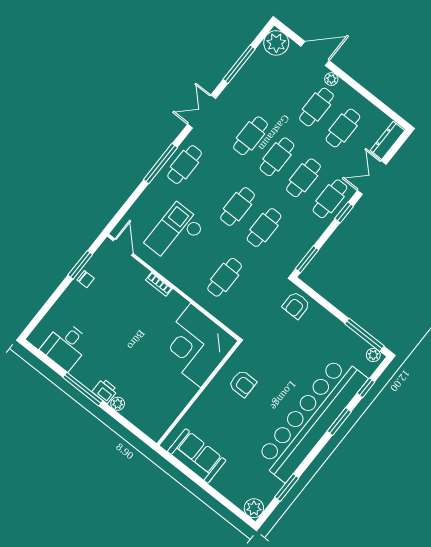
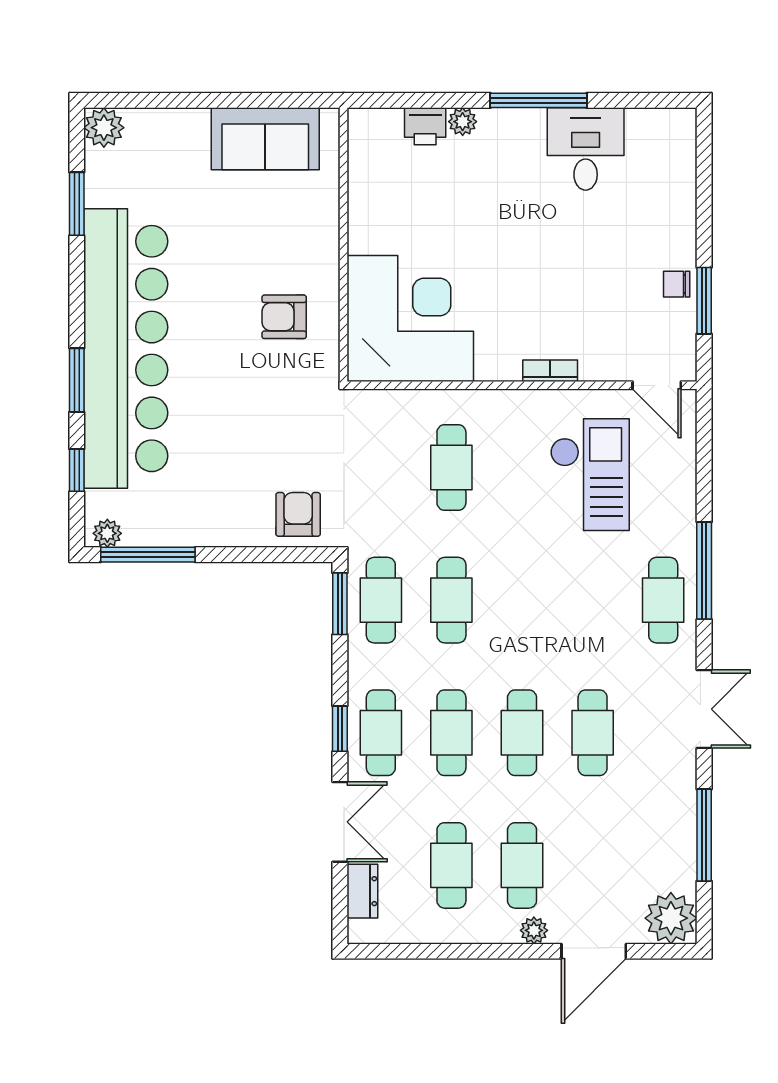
dresser: (388, 140) -> (362, 891), width x0.70
cafe table: (238, 207) -> (381, 600), moved
desk: (66, 346) -> (586, 149), moved
printer: (105, 391) -> (425, 126), moved

